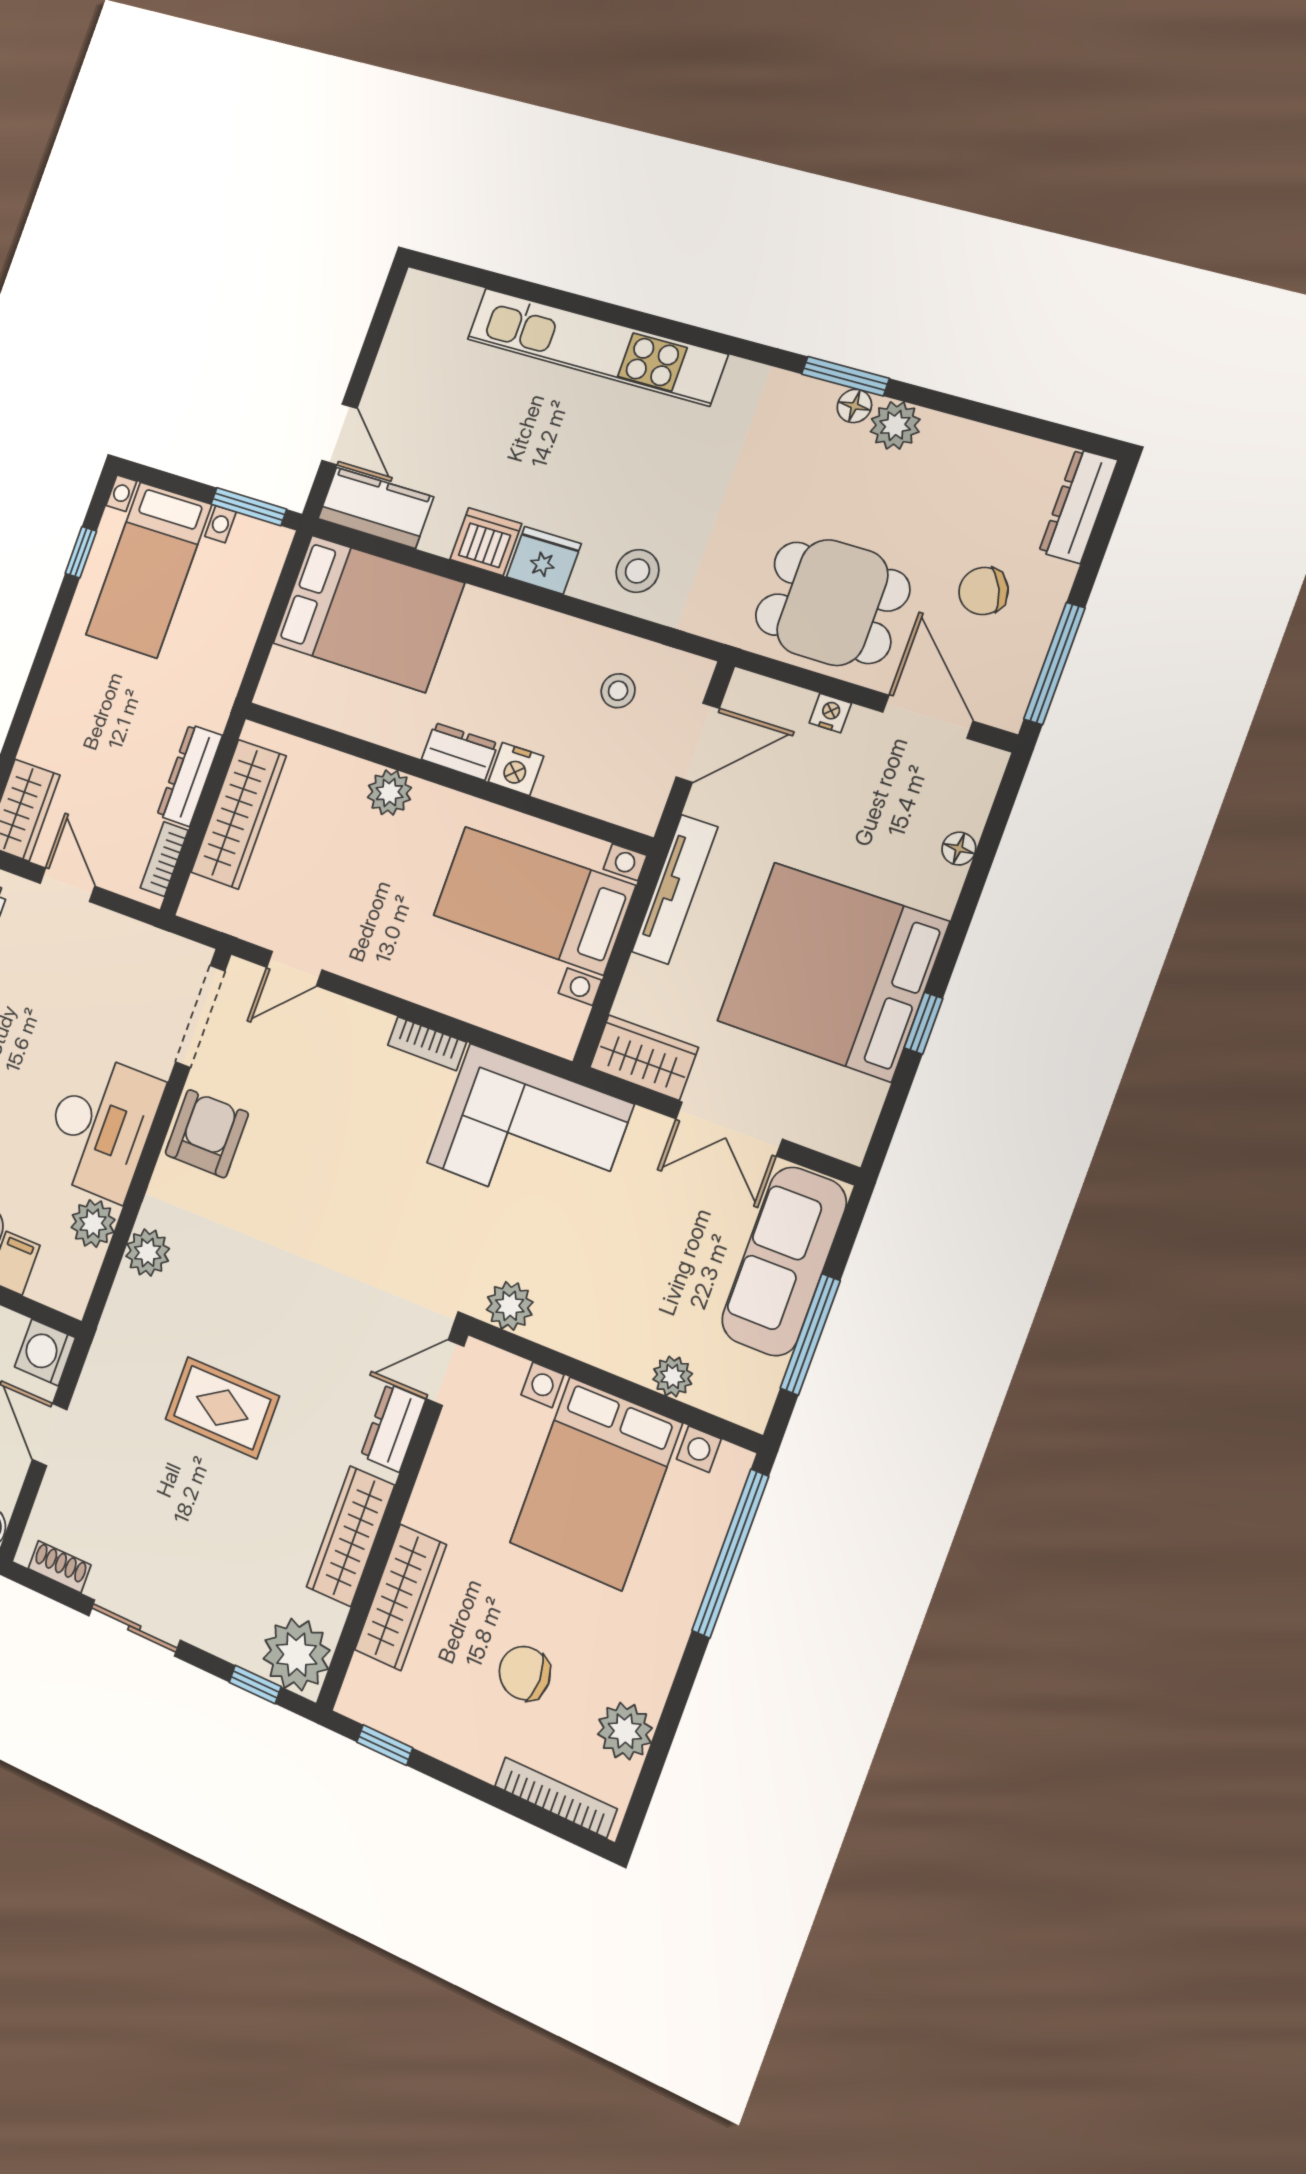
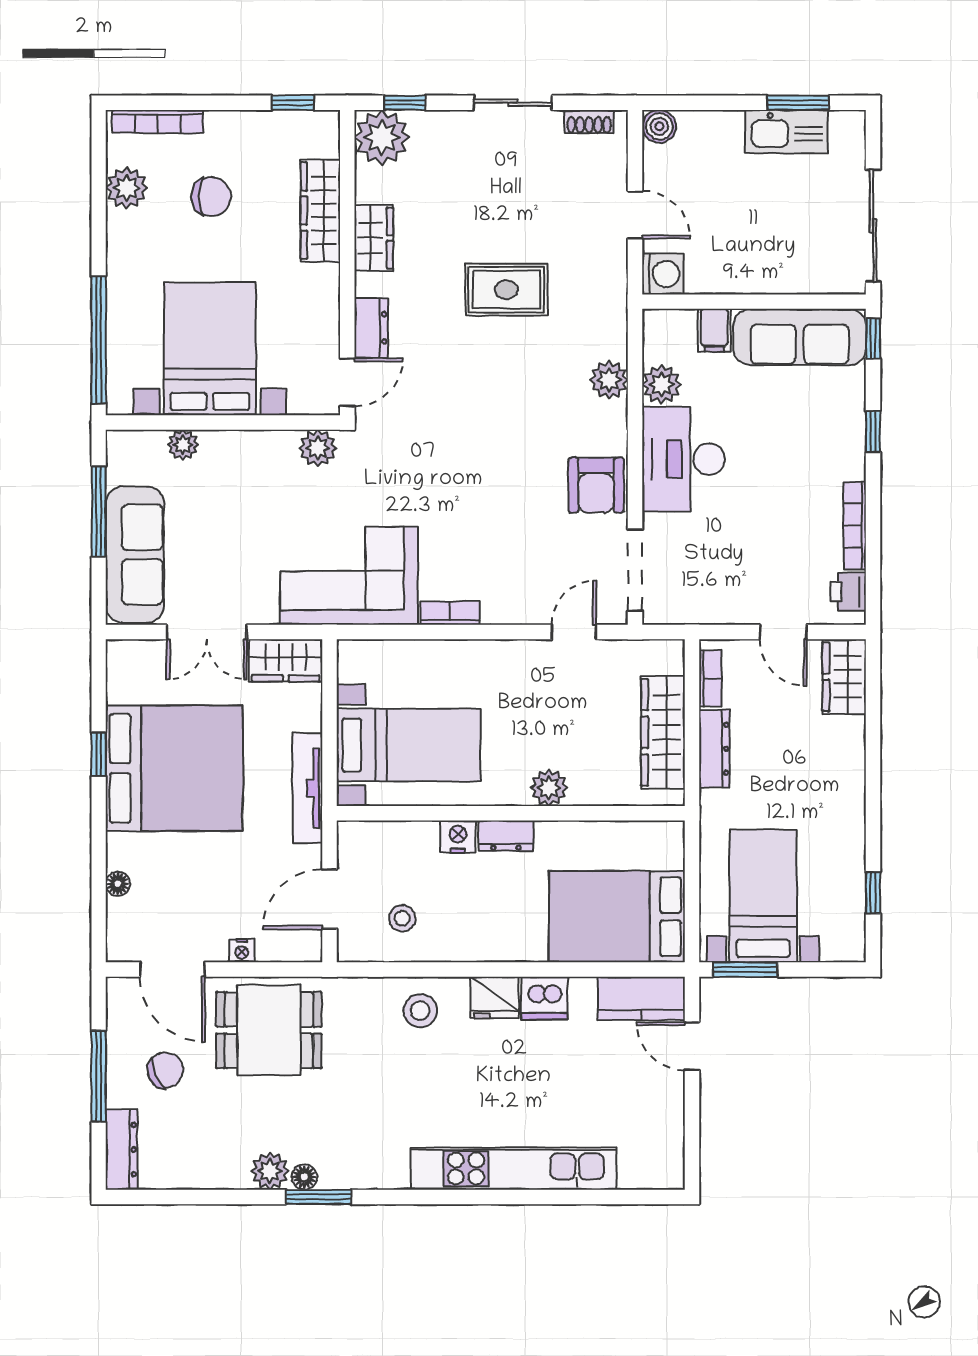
bed with nightstands: (149, 570) -> (763, 896), moved
window: (1054, 664) -> (99, 1076), moved
double door: (729, 1129) -> (207, 632), swing flipped
wardrobe: (350, 1536) -> (374, 238), width x0.67

